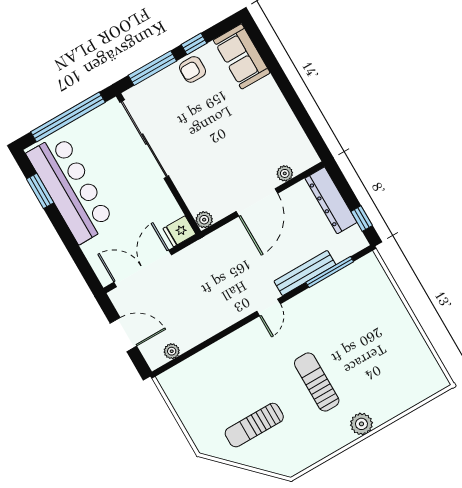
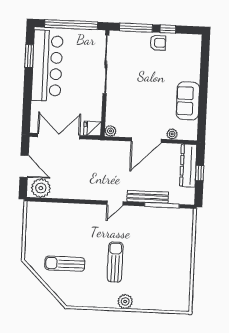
sofa: (242, 56) -> (188, 101), moved
armchair: (192, 69) -> (158, 43), turned 180
window: (362, 218) -> (200, 173), moved
plant: (172, 351) -> (41, 188), width x1.88, depth x1.88

